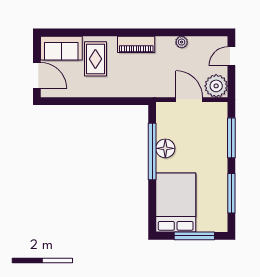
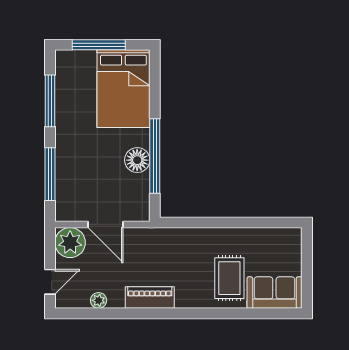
plant: (182, 42) -> (99, 300), moved
piano: (136, 44) -> (150, 298), moved
door: (37, 75) -> (307, 256), removed

